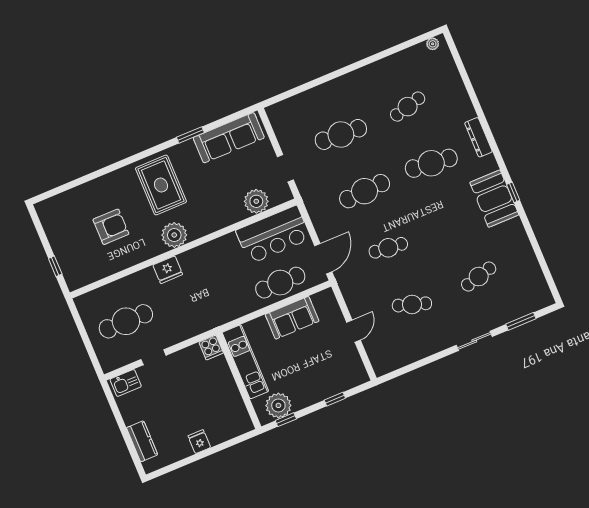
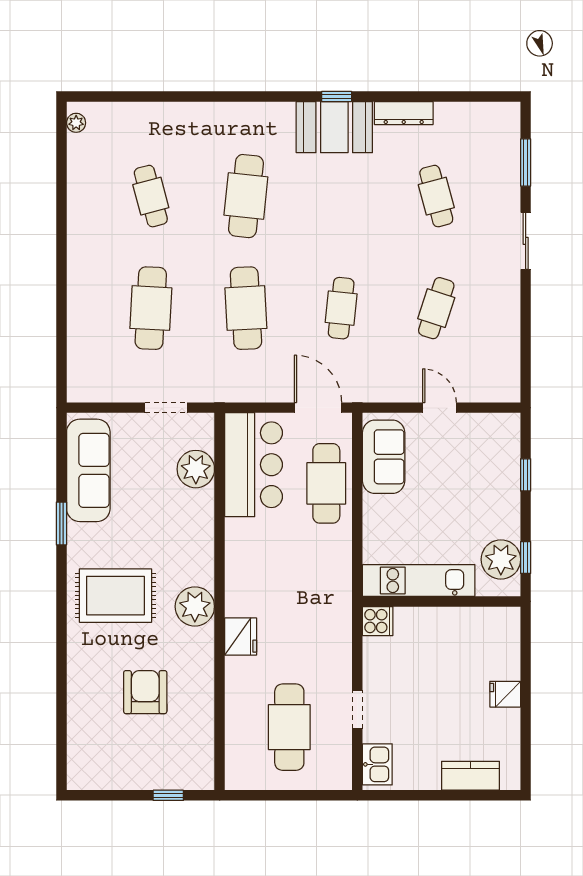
dresser: (478, 137) -> (404, 113), moved
sofa: (292, 318) -> (384, 457), moved

